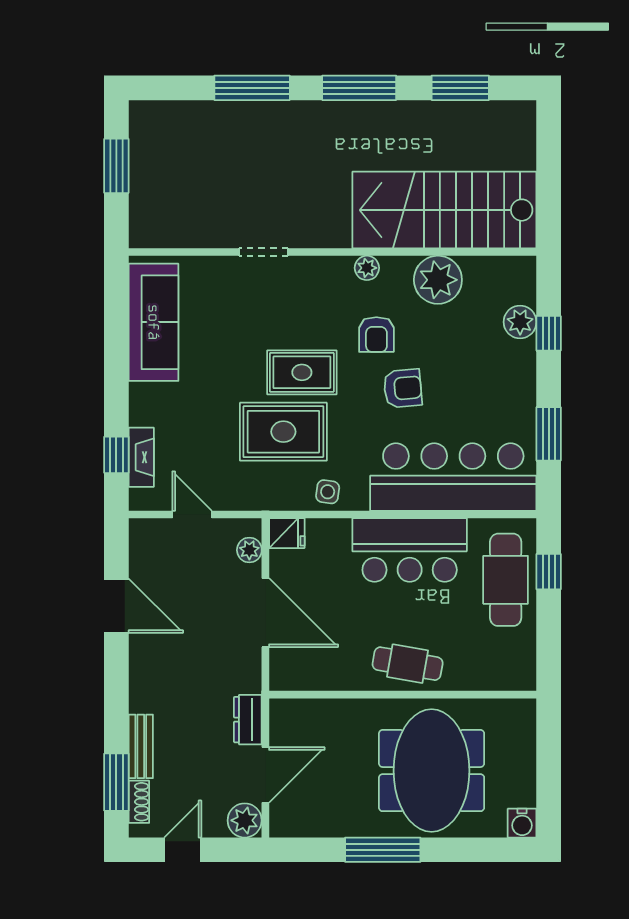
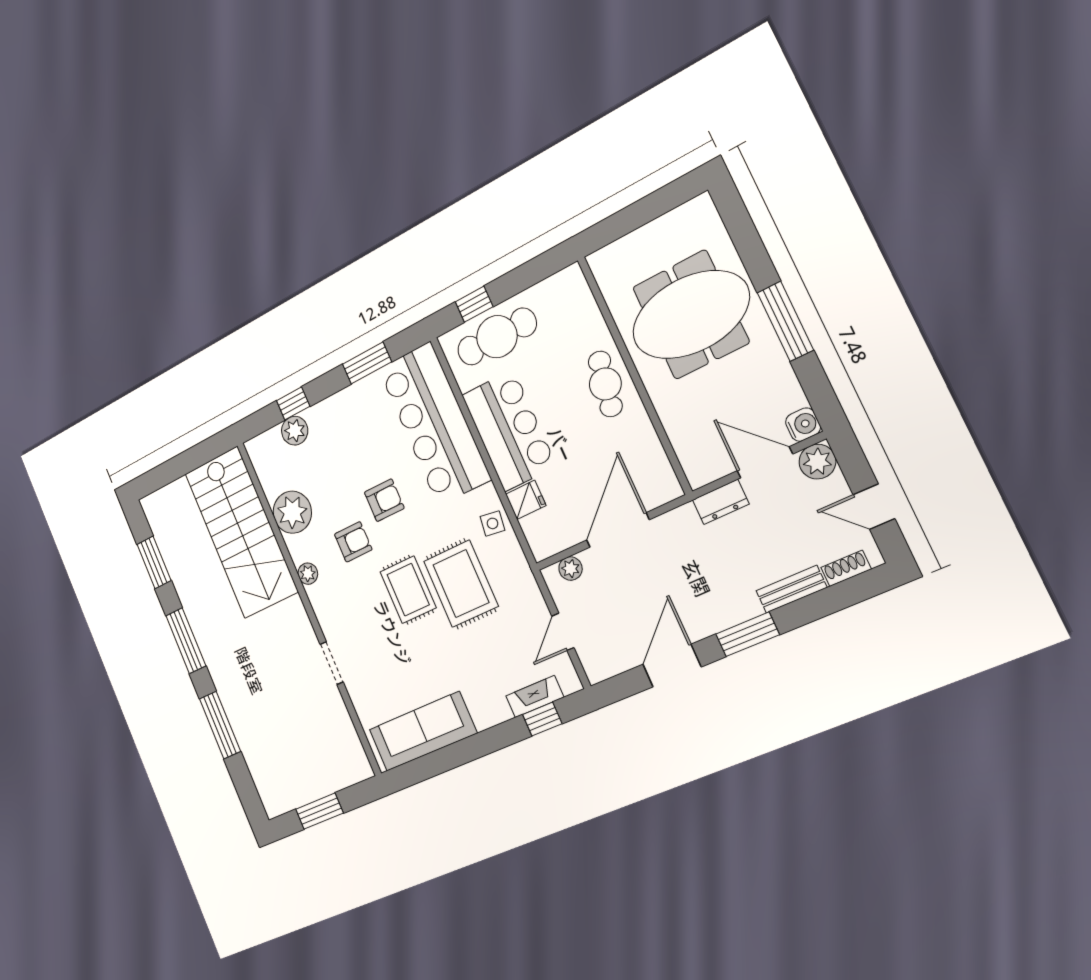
armchair: (403, 388) -> (384, 500), turned 95
fridge: (287, 533) -> (526, 500), moved, turned 90
window: (116, 782) -> (748, 634), moved
water cooler: (522, 823) -> (803, 425), moved

